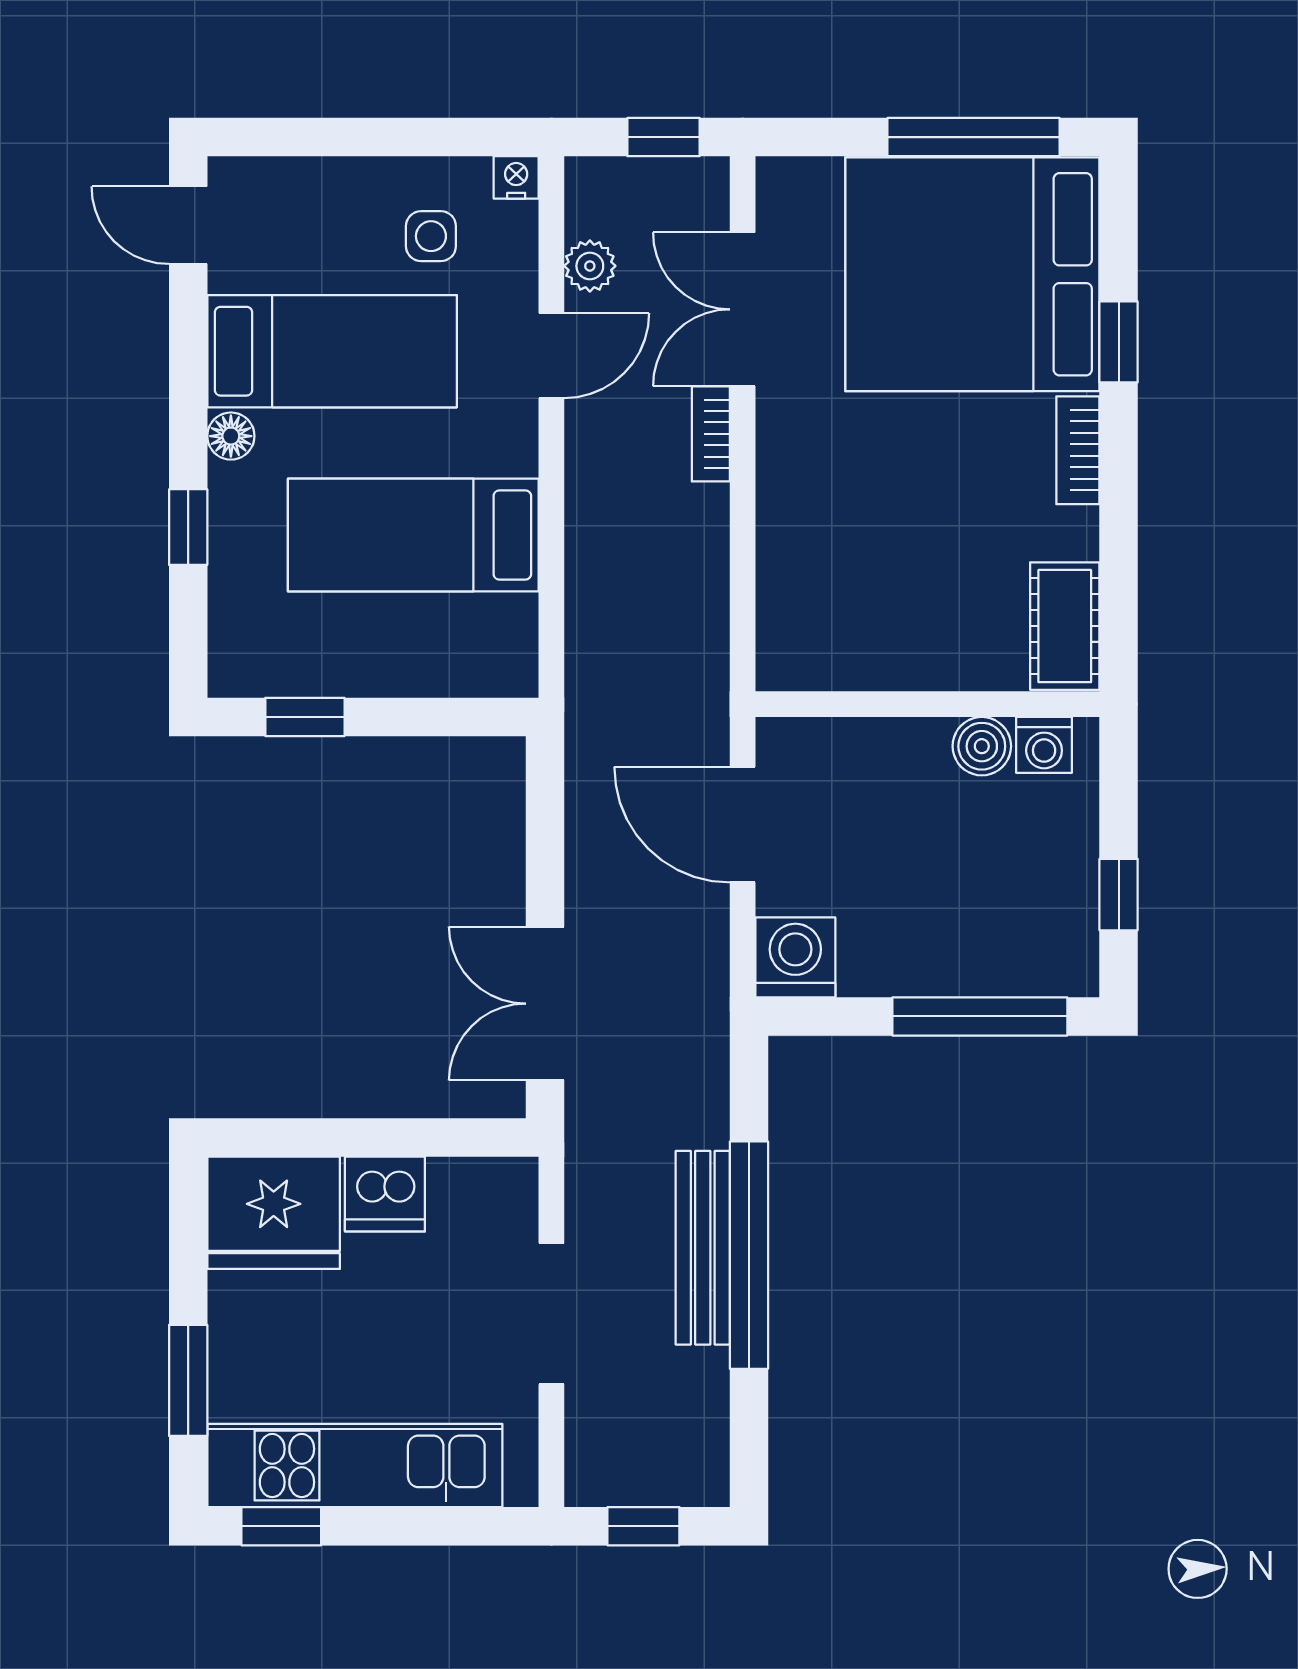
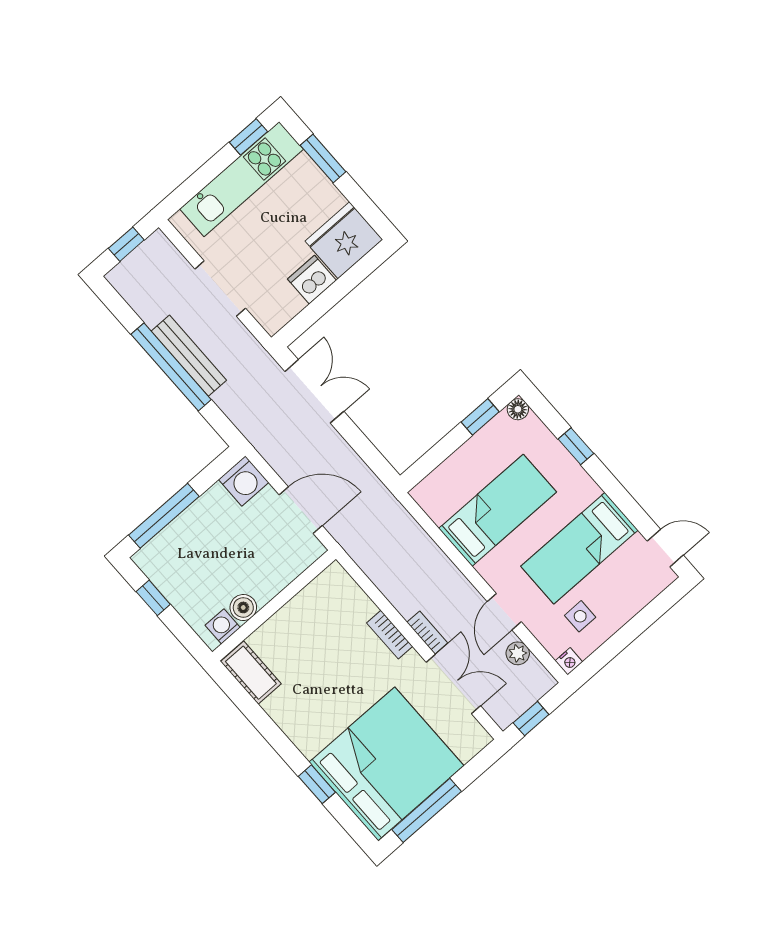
floor lamp: (231, 436) -> (518, 409), moved
bookcase: (1078, 450) -> (390, 635), moved, turned 180

